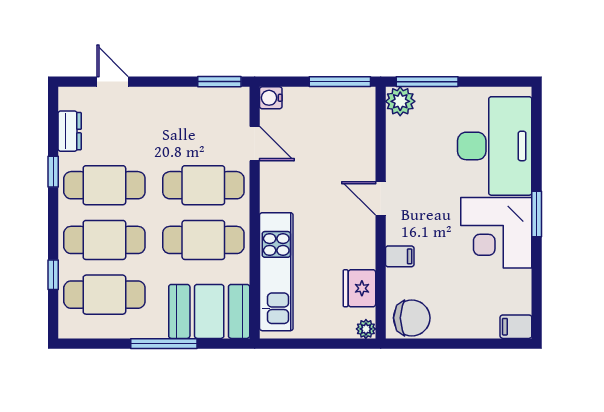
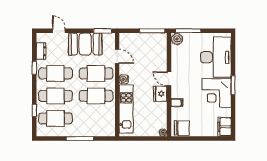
water cooler: (271, 98) -> (124, 79), moved
fridge: (359, 288) -> (160, 94), moved
booth: (209, 311) -> (85, 44), moved
filing cabinet: (516, 327) -> (225, 127), width x2.00

